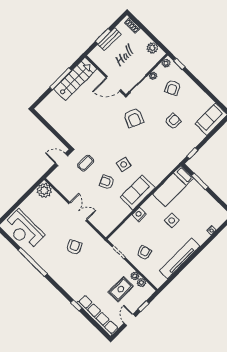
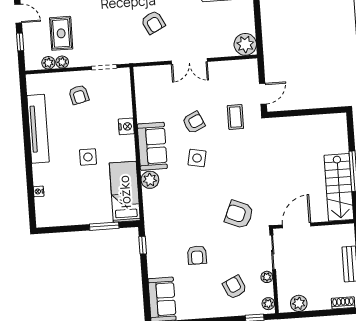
plant: (156, 179) -> (150, 180), added

